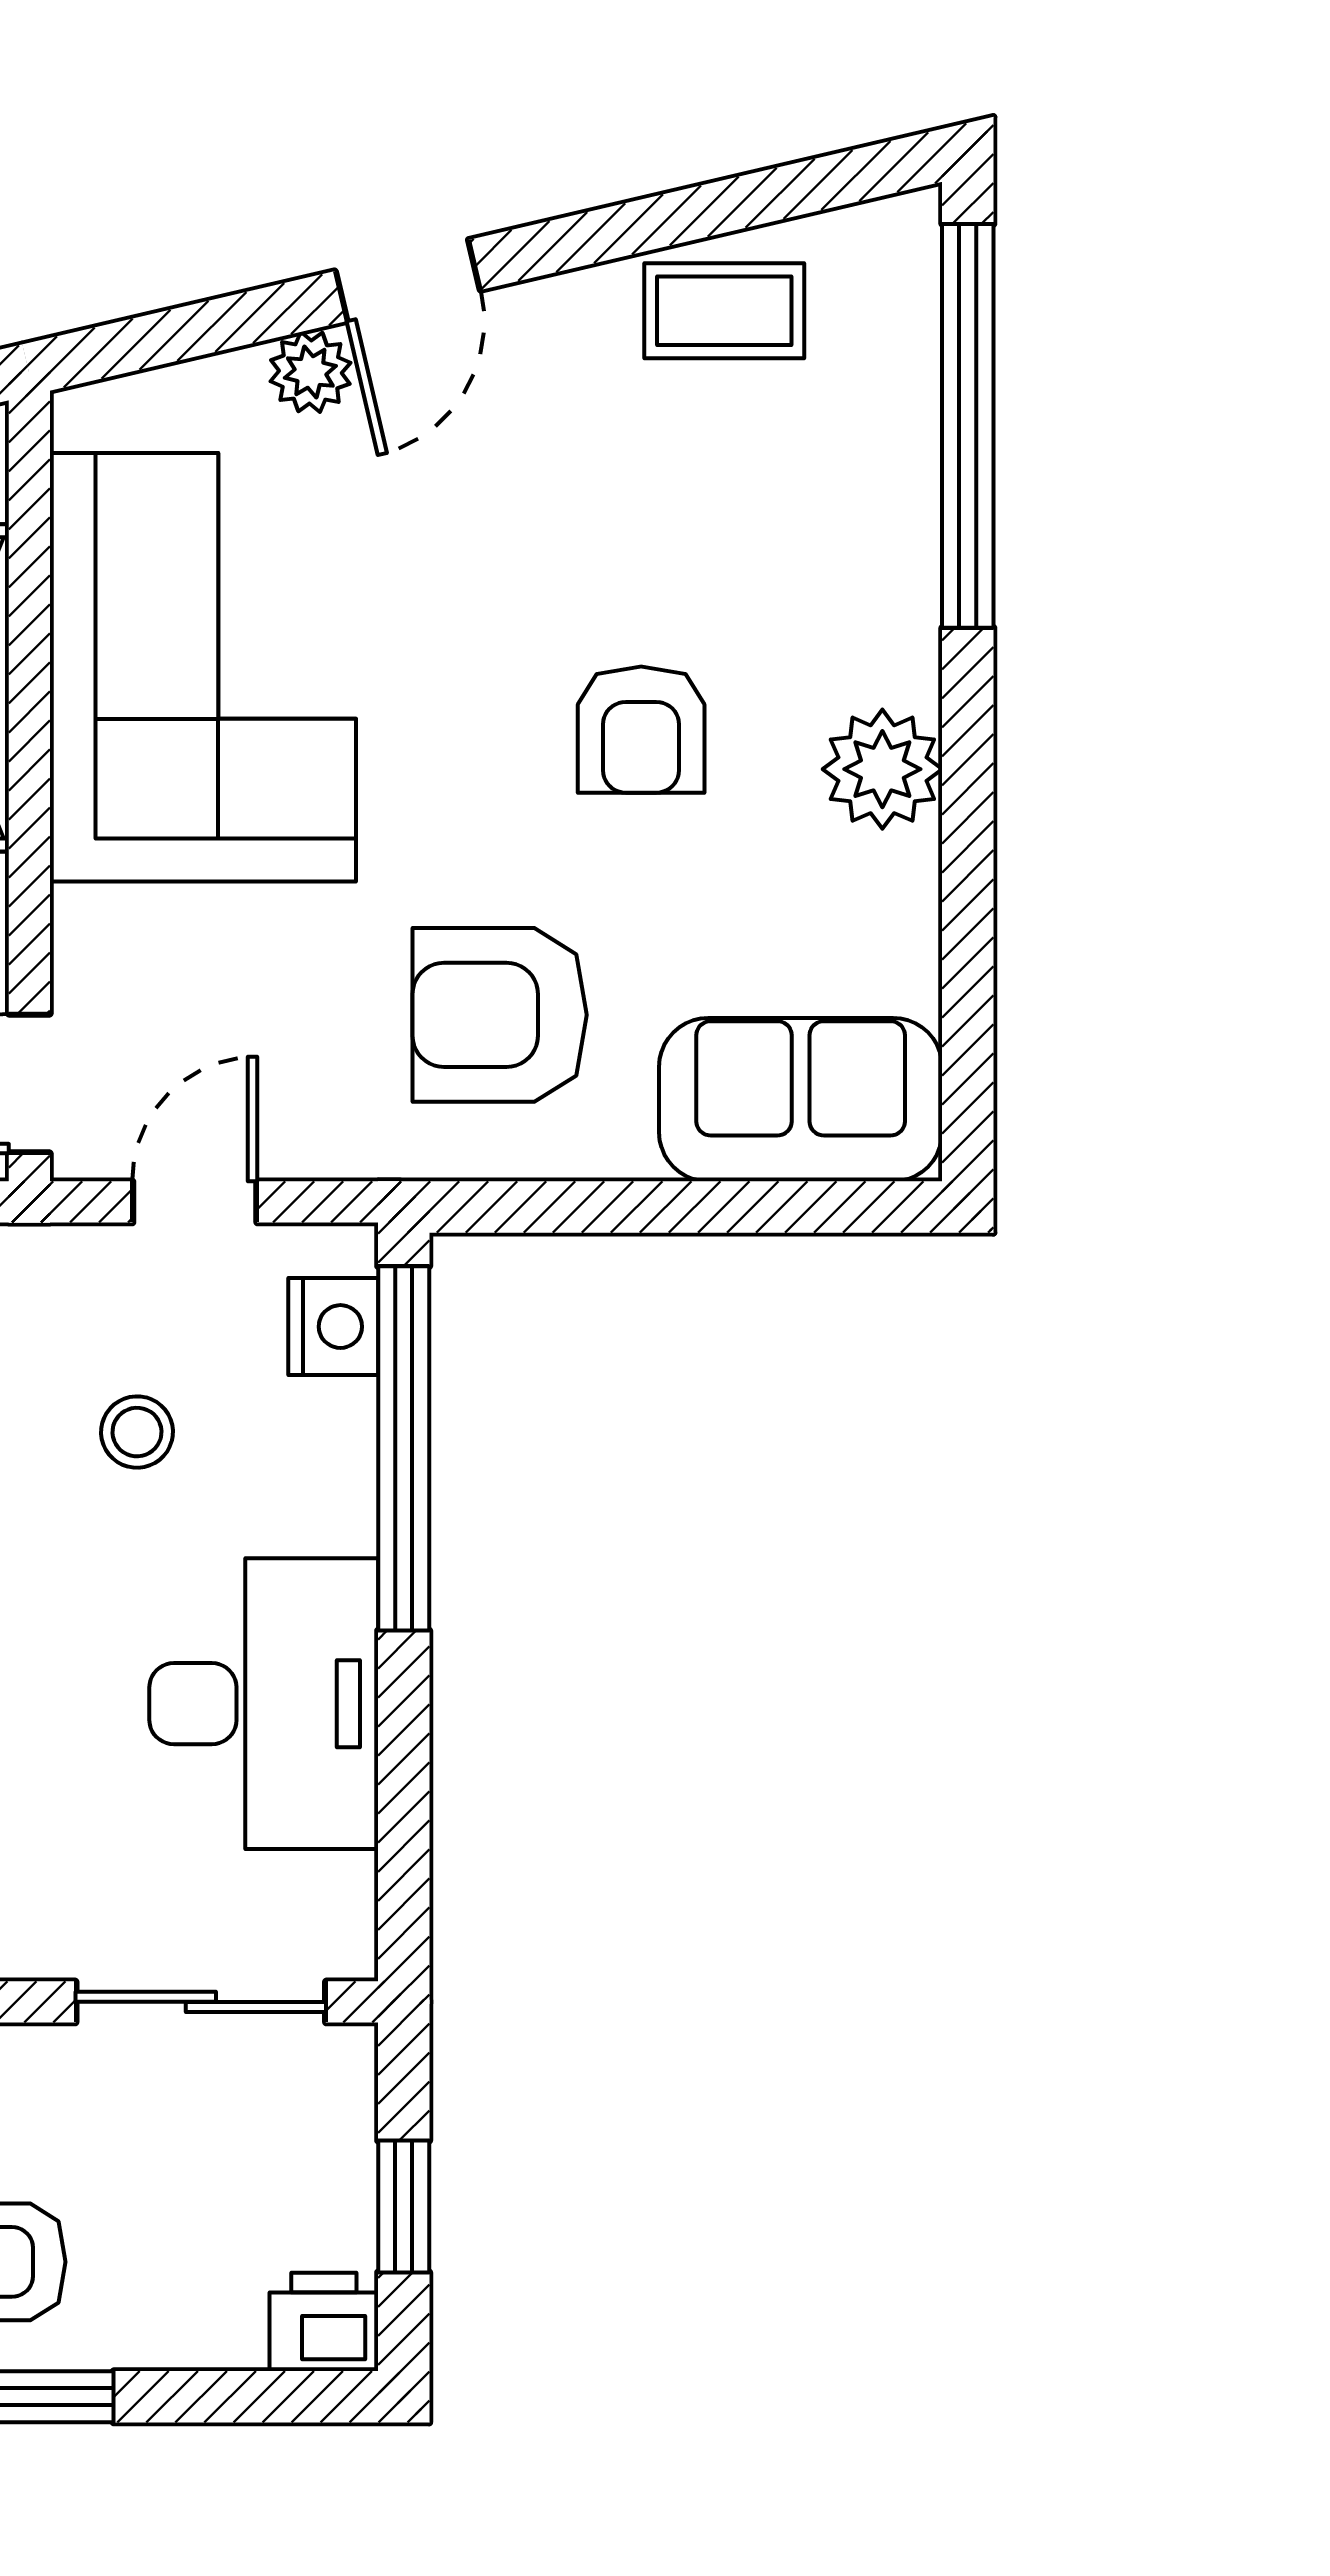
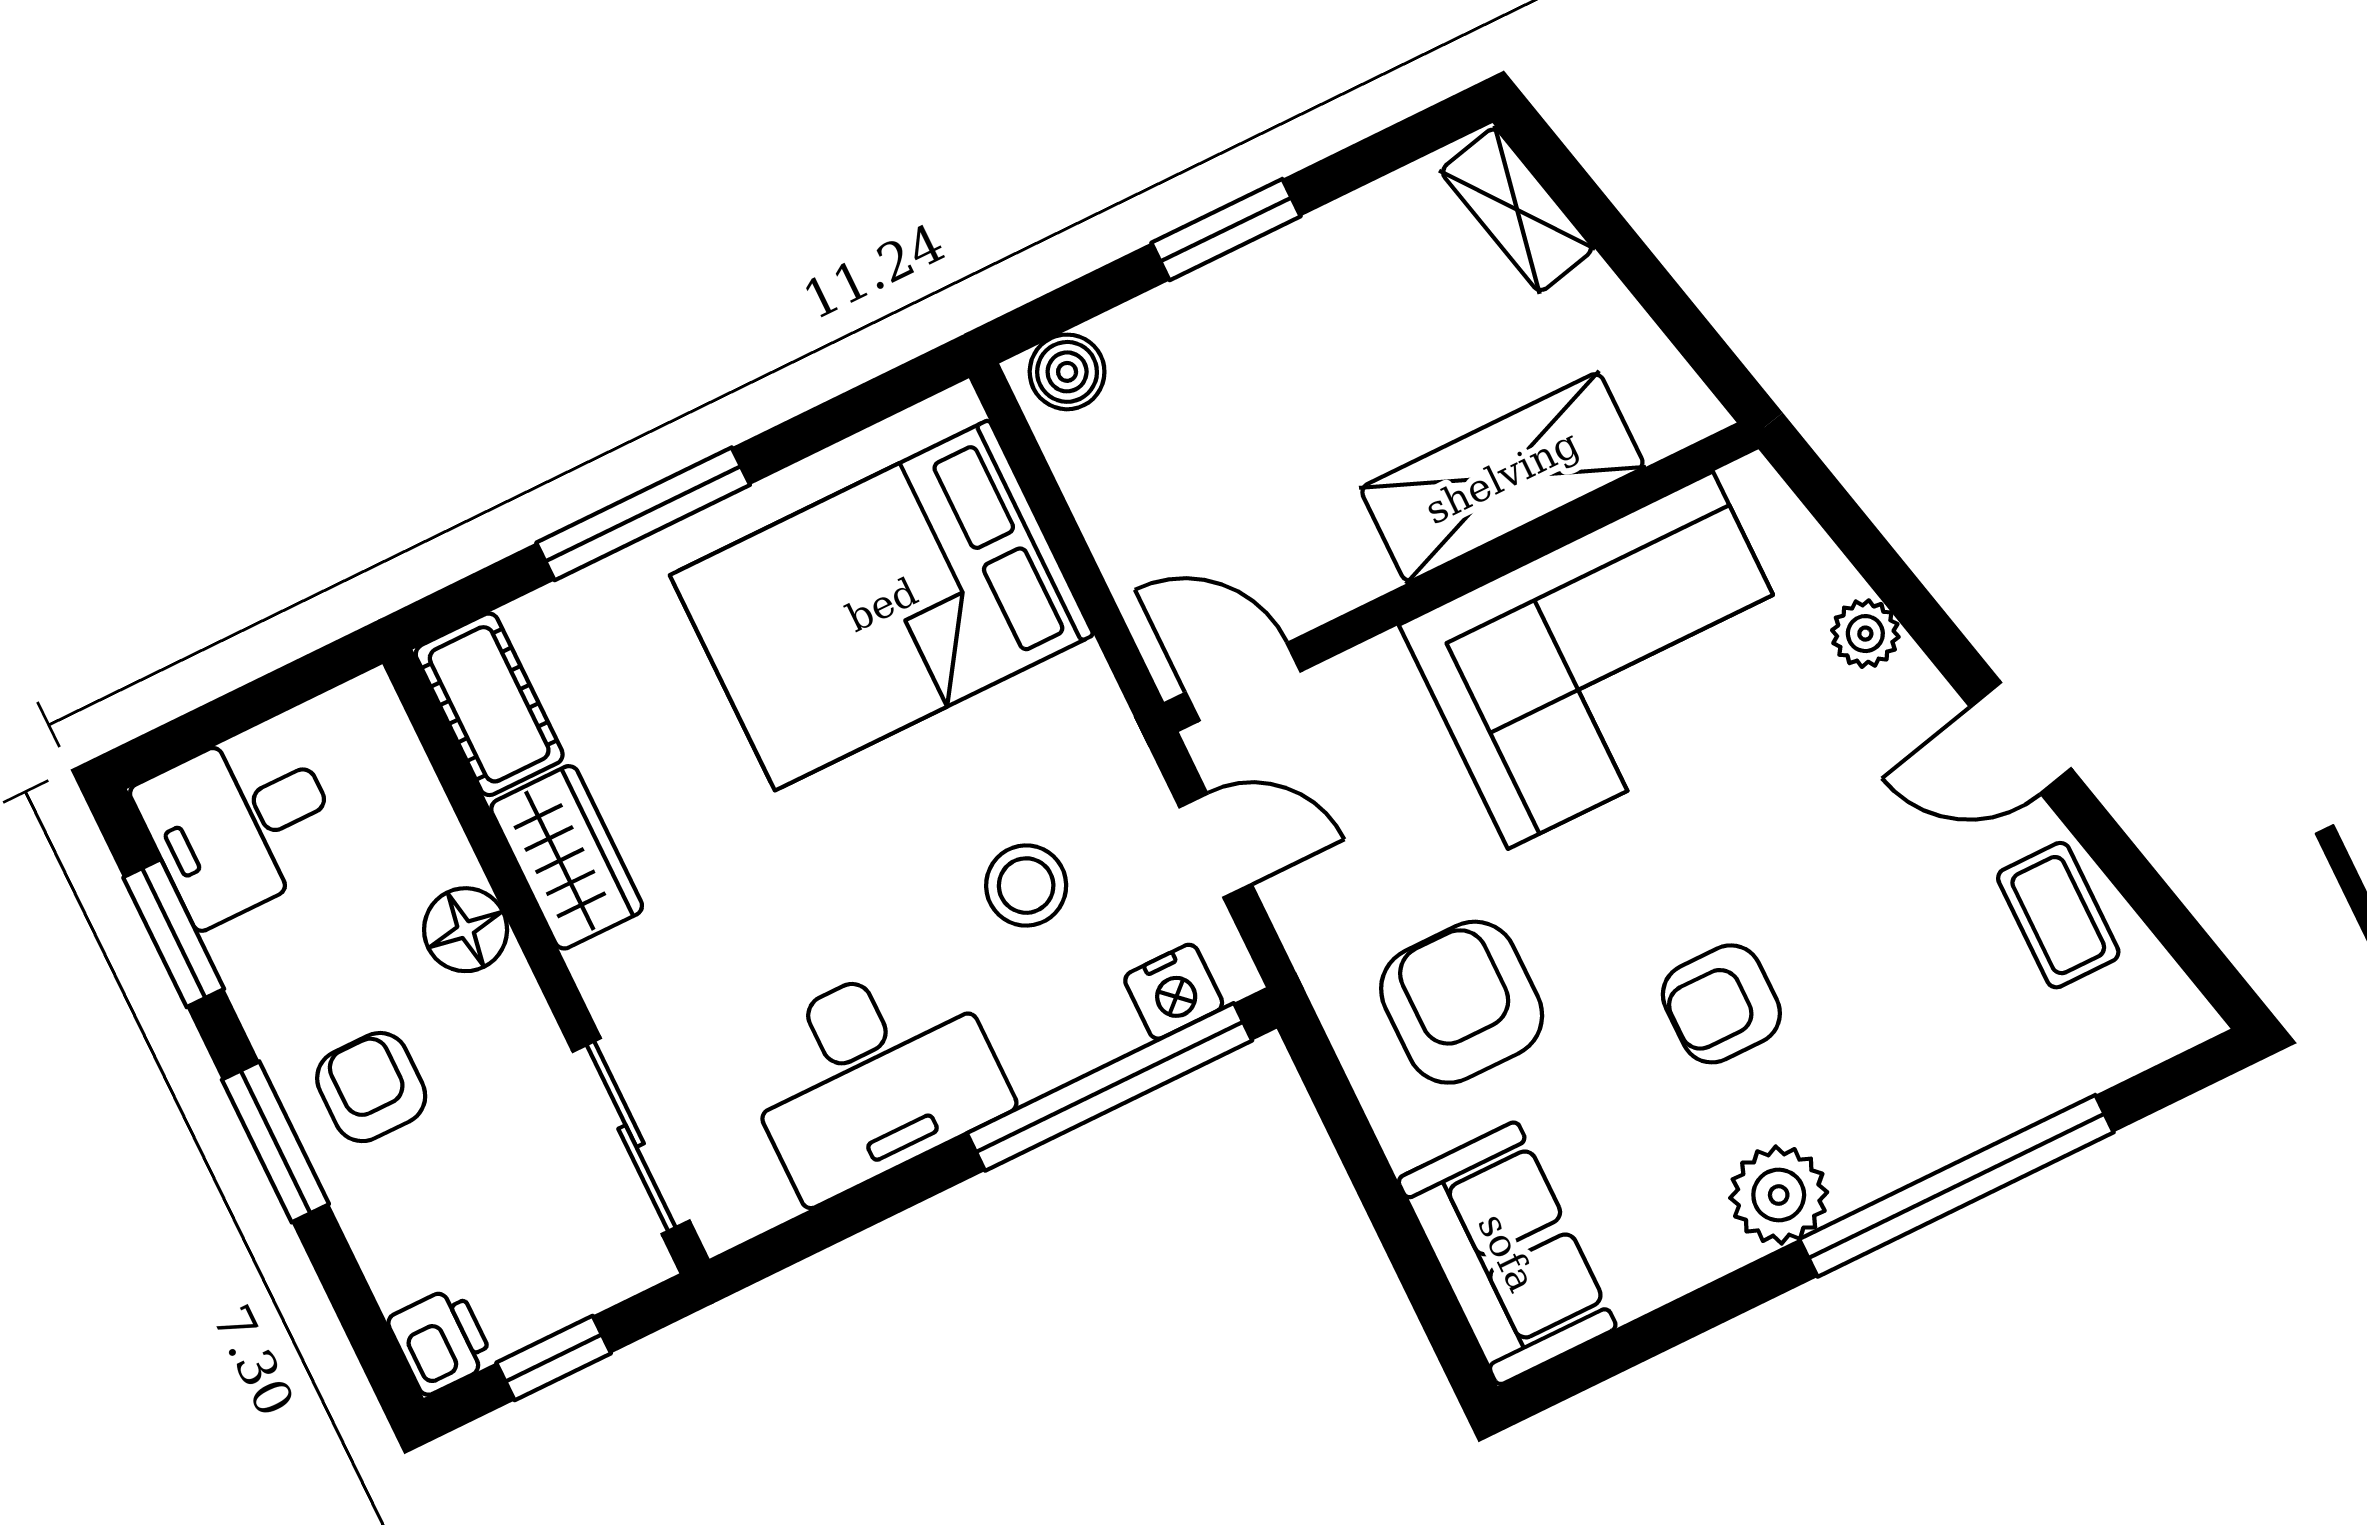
door: (408, 281) -> (2021, 738), moved
window: (968, 426) -> (1956, 1186), moved
stool: (137, 1432) -> (1026, 886), width x1.37, depth x1.37

